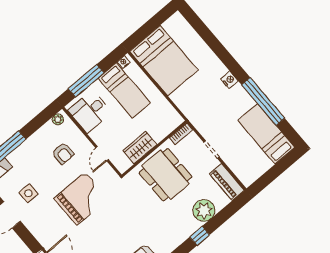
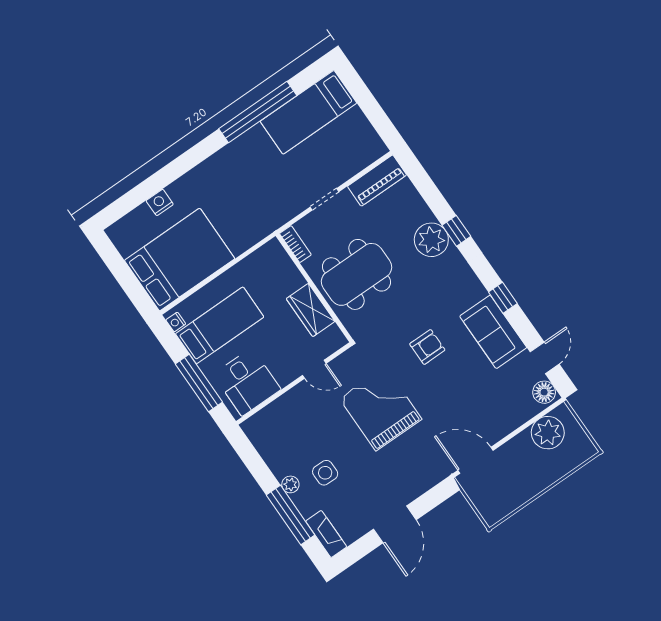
nightstand: (229, 80) -> (160, 202), moved
plant: (58, 119) -> (290, 484), moved
armchair: (63, 153) -> (427, 347), moved
side table: (28, 193) -> (325, 473), moved
plant: (204, 210) -> (431, 240), moved

